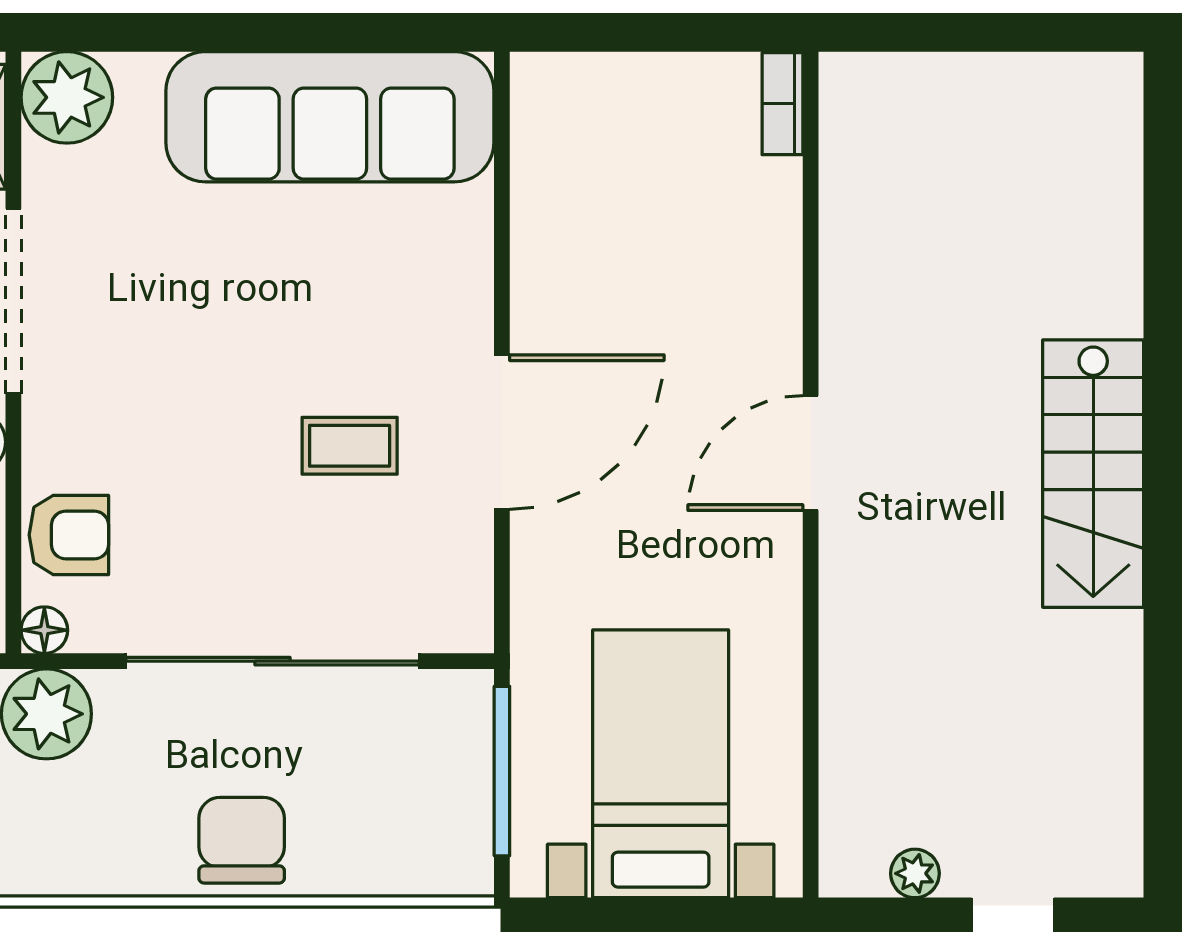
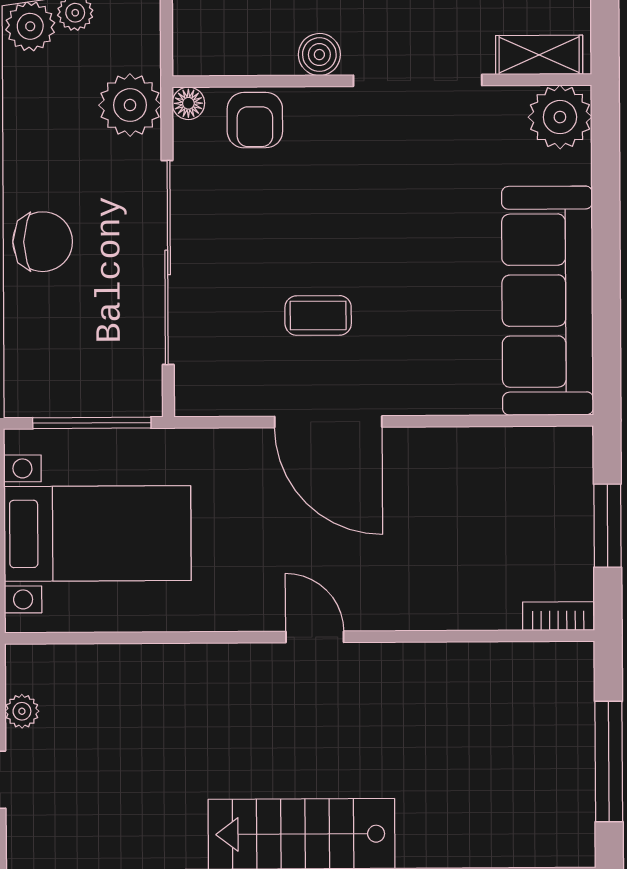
window: (653, 32) -> (608, 526), added
window: (991, 32) -> (609, 762), added
coffee table: (350, 446) -> (318, 315), turned 90
door: (811, 453) -> (315, 637), width x0.73

